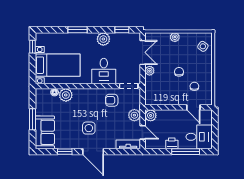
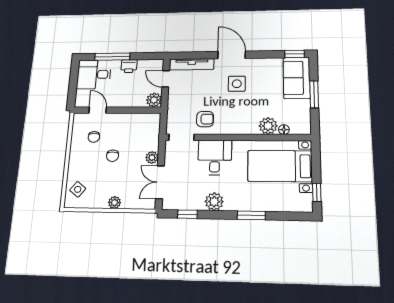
plant: (134, 115) -> (175, 100), removed
tv unit: (128, 144) -> (192, 64), width x1.41
window: (65, 152) -> (295, 54), moved

